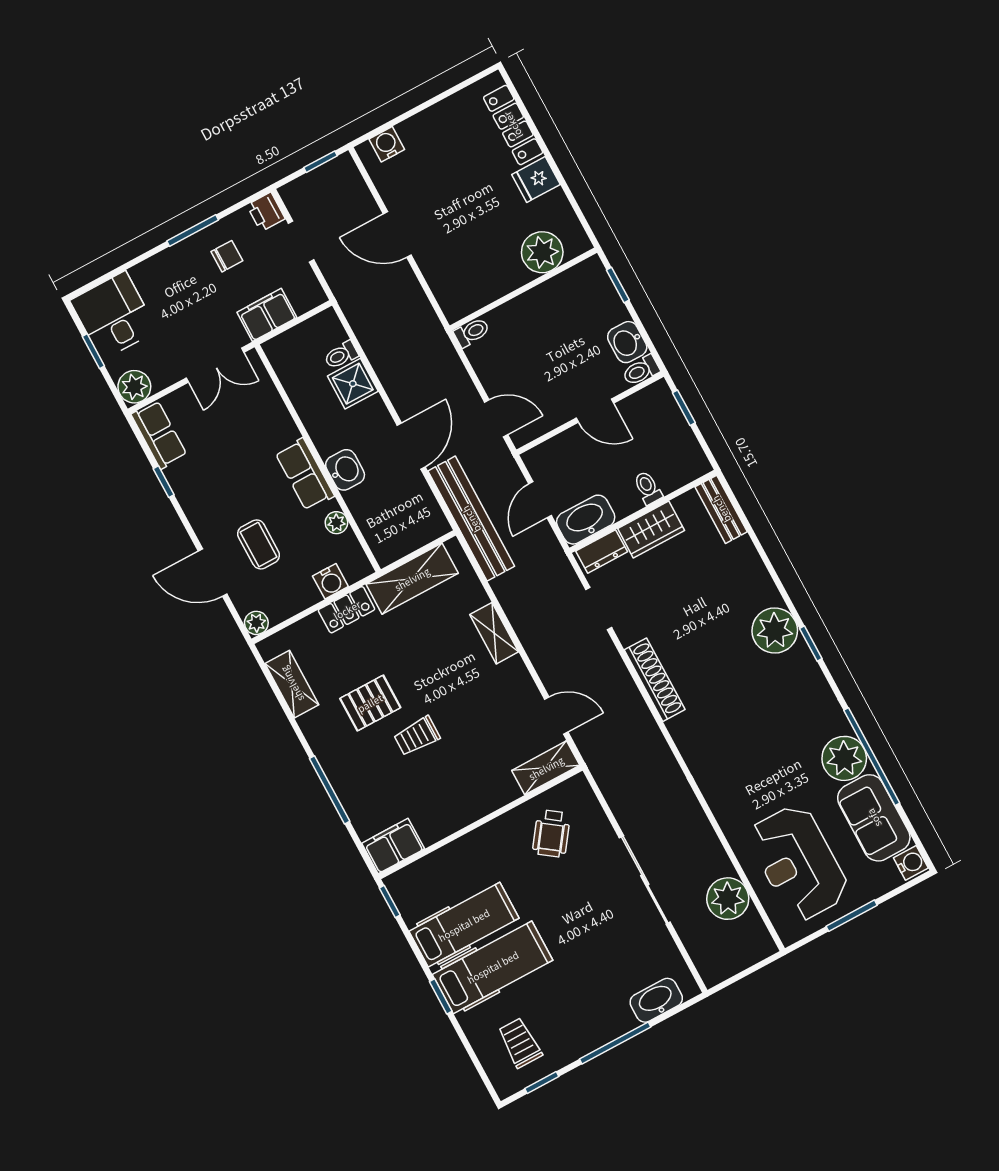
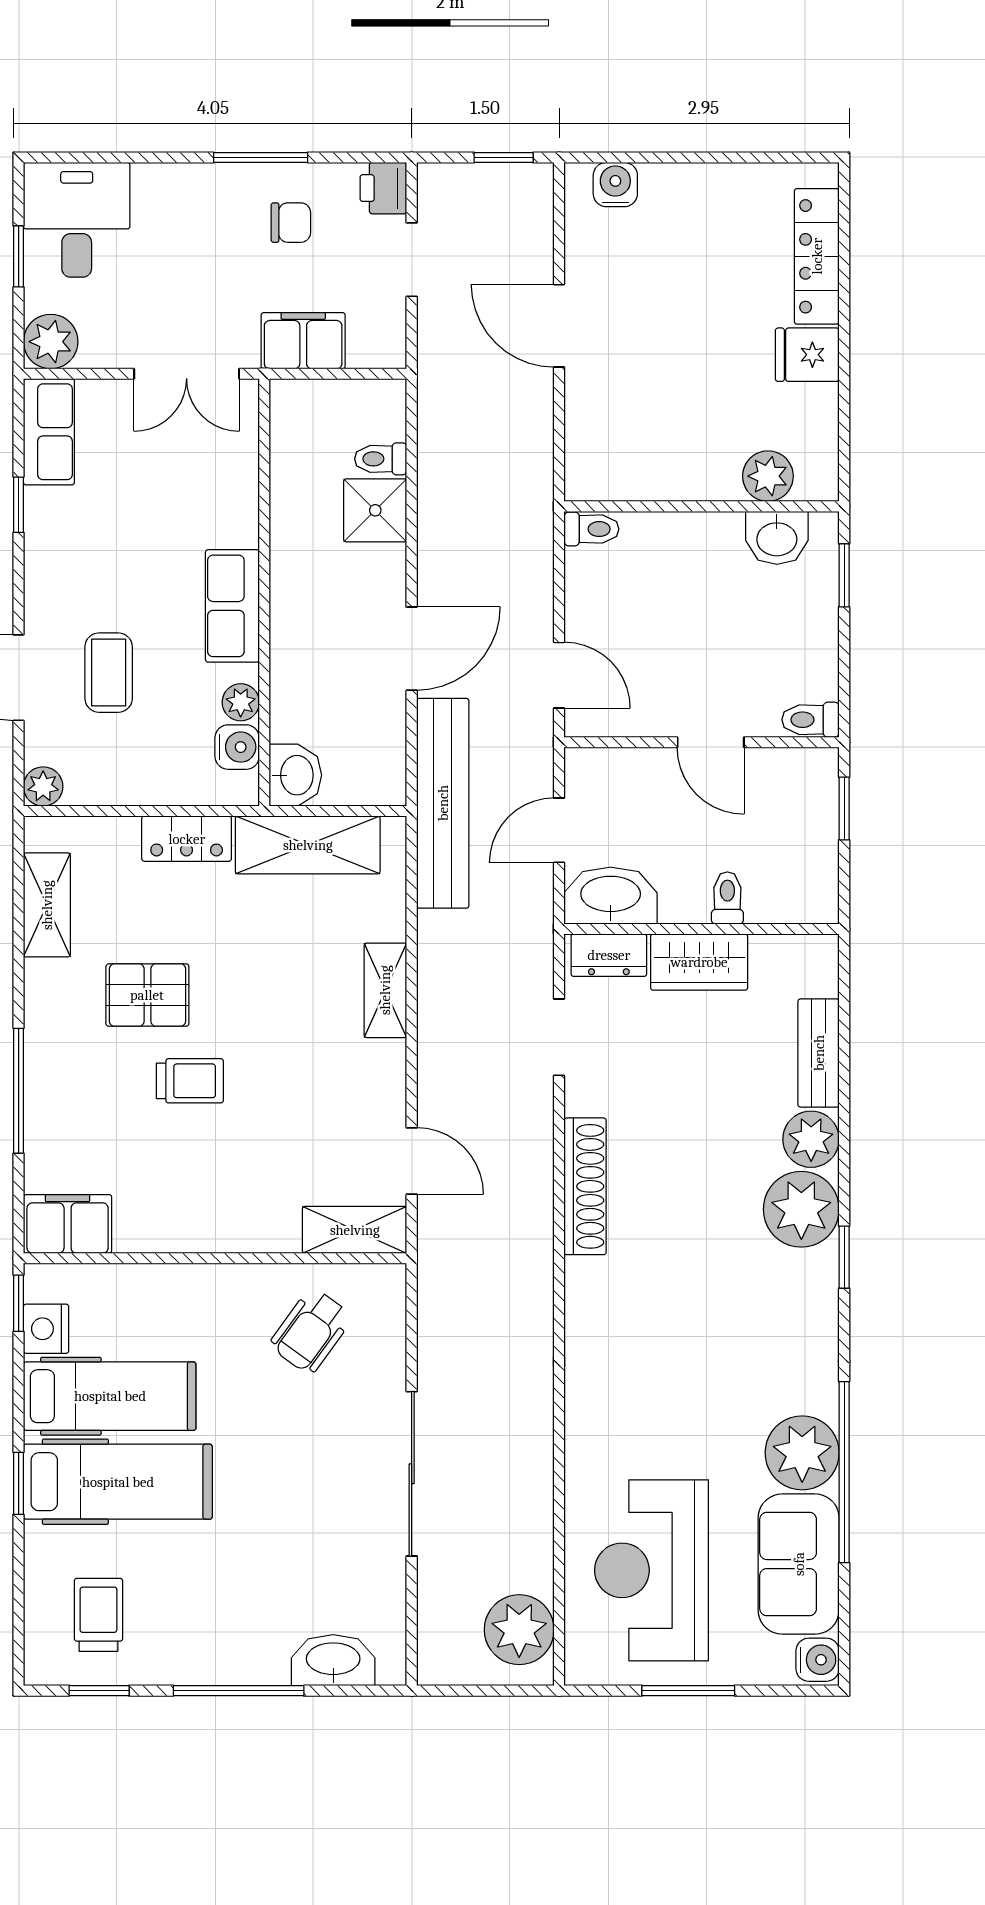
plant: (542, 252) -> (768, 476), width x0.73, depth x0.73
washbasin: (627, 342) -> (777, 538), moved, turned -90
washbasin: (345, 470) -> (295, 775), moved
bench: (721, 509) -> (819, 1053), moved
water cooler: (330, 581) -> (237, 747), moved, turned -90
plant: (760, 591) -> (811, 1139), added
trolley: (417, 736) -> (190, 1081), turned 180
plant: (728, 899) -> (519, 1630), moved
nightstand: (411, 907) -> (46, 1329), added

